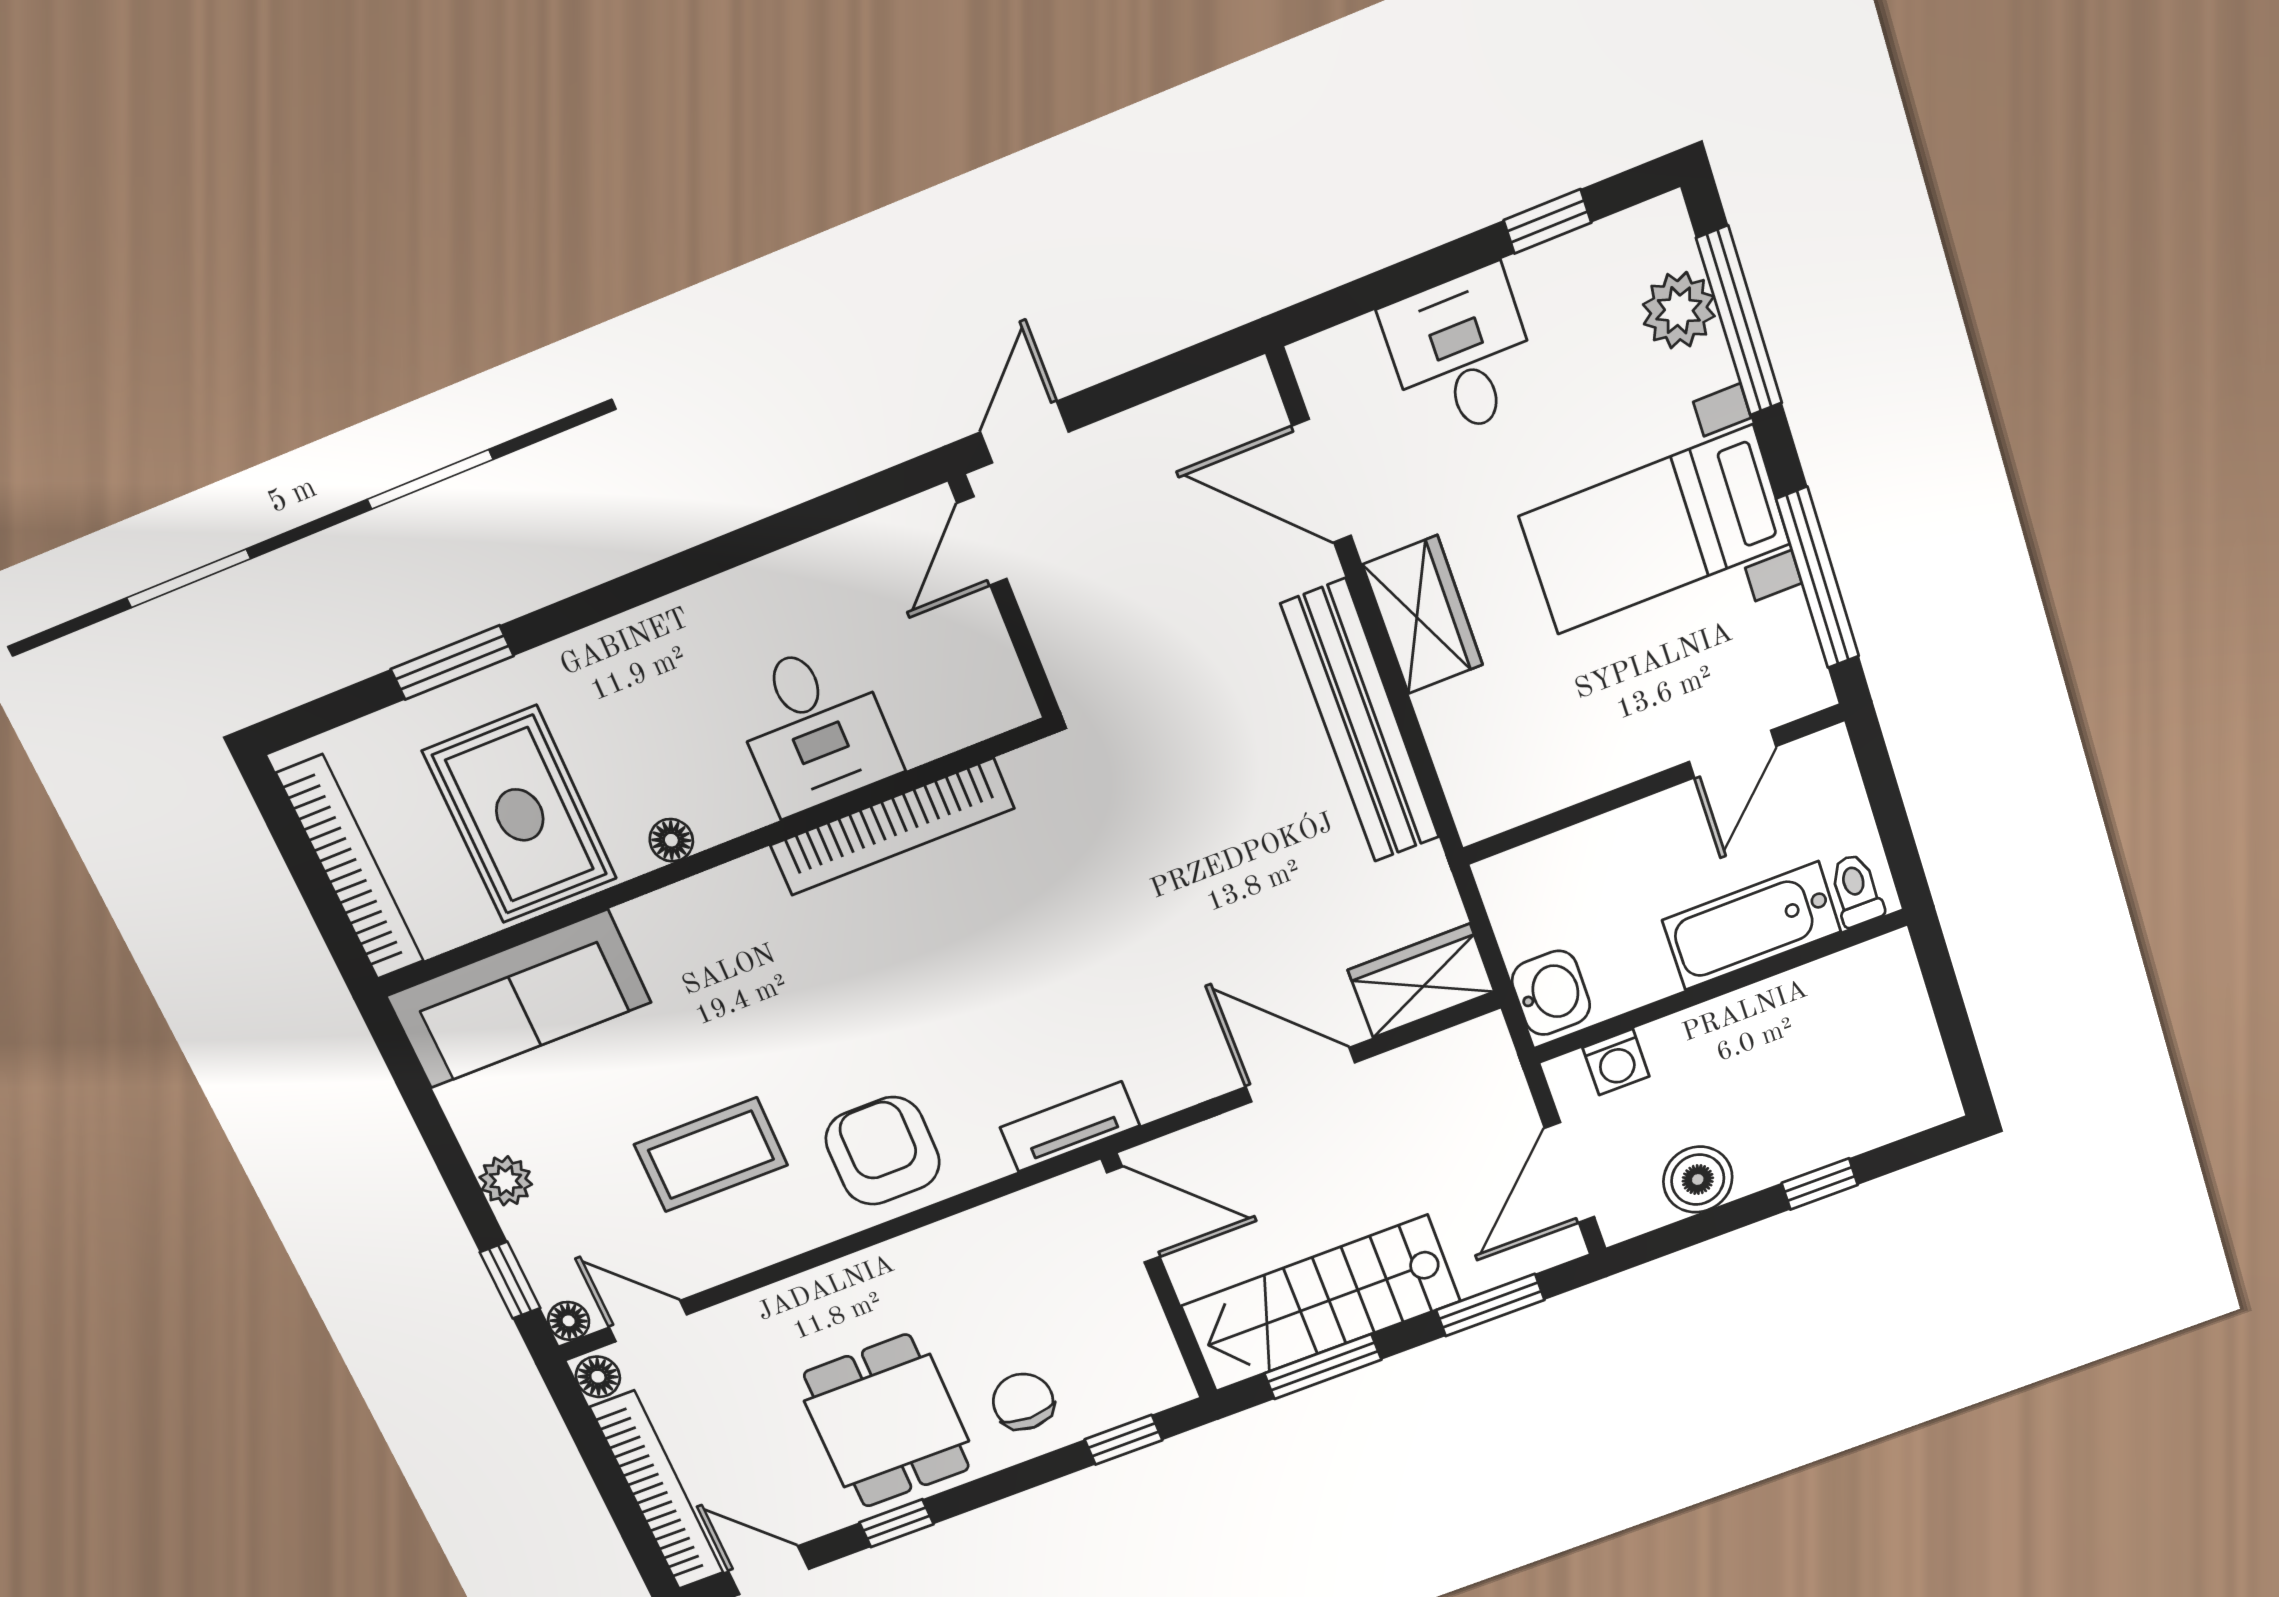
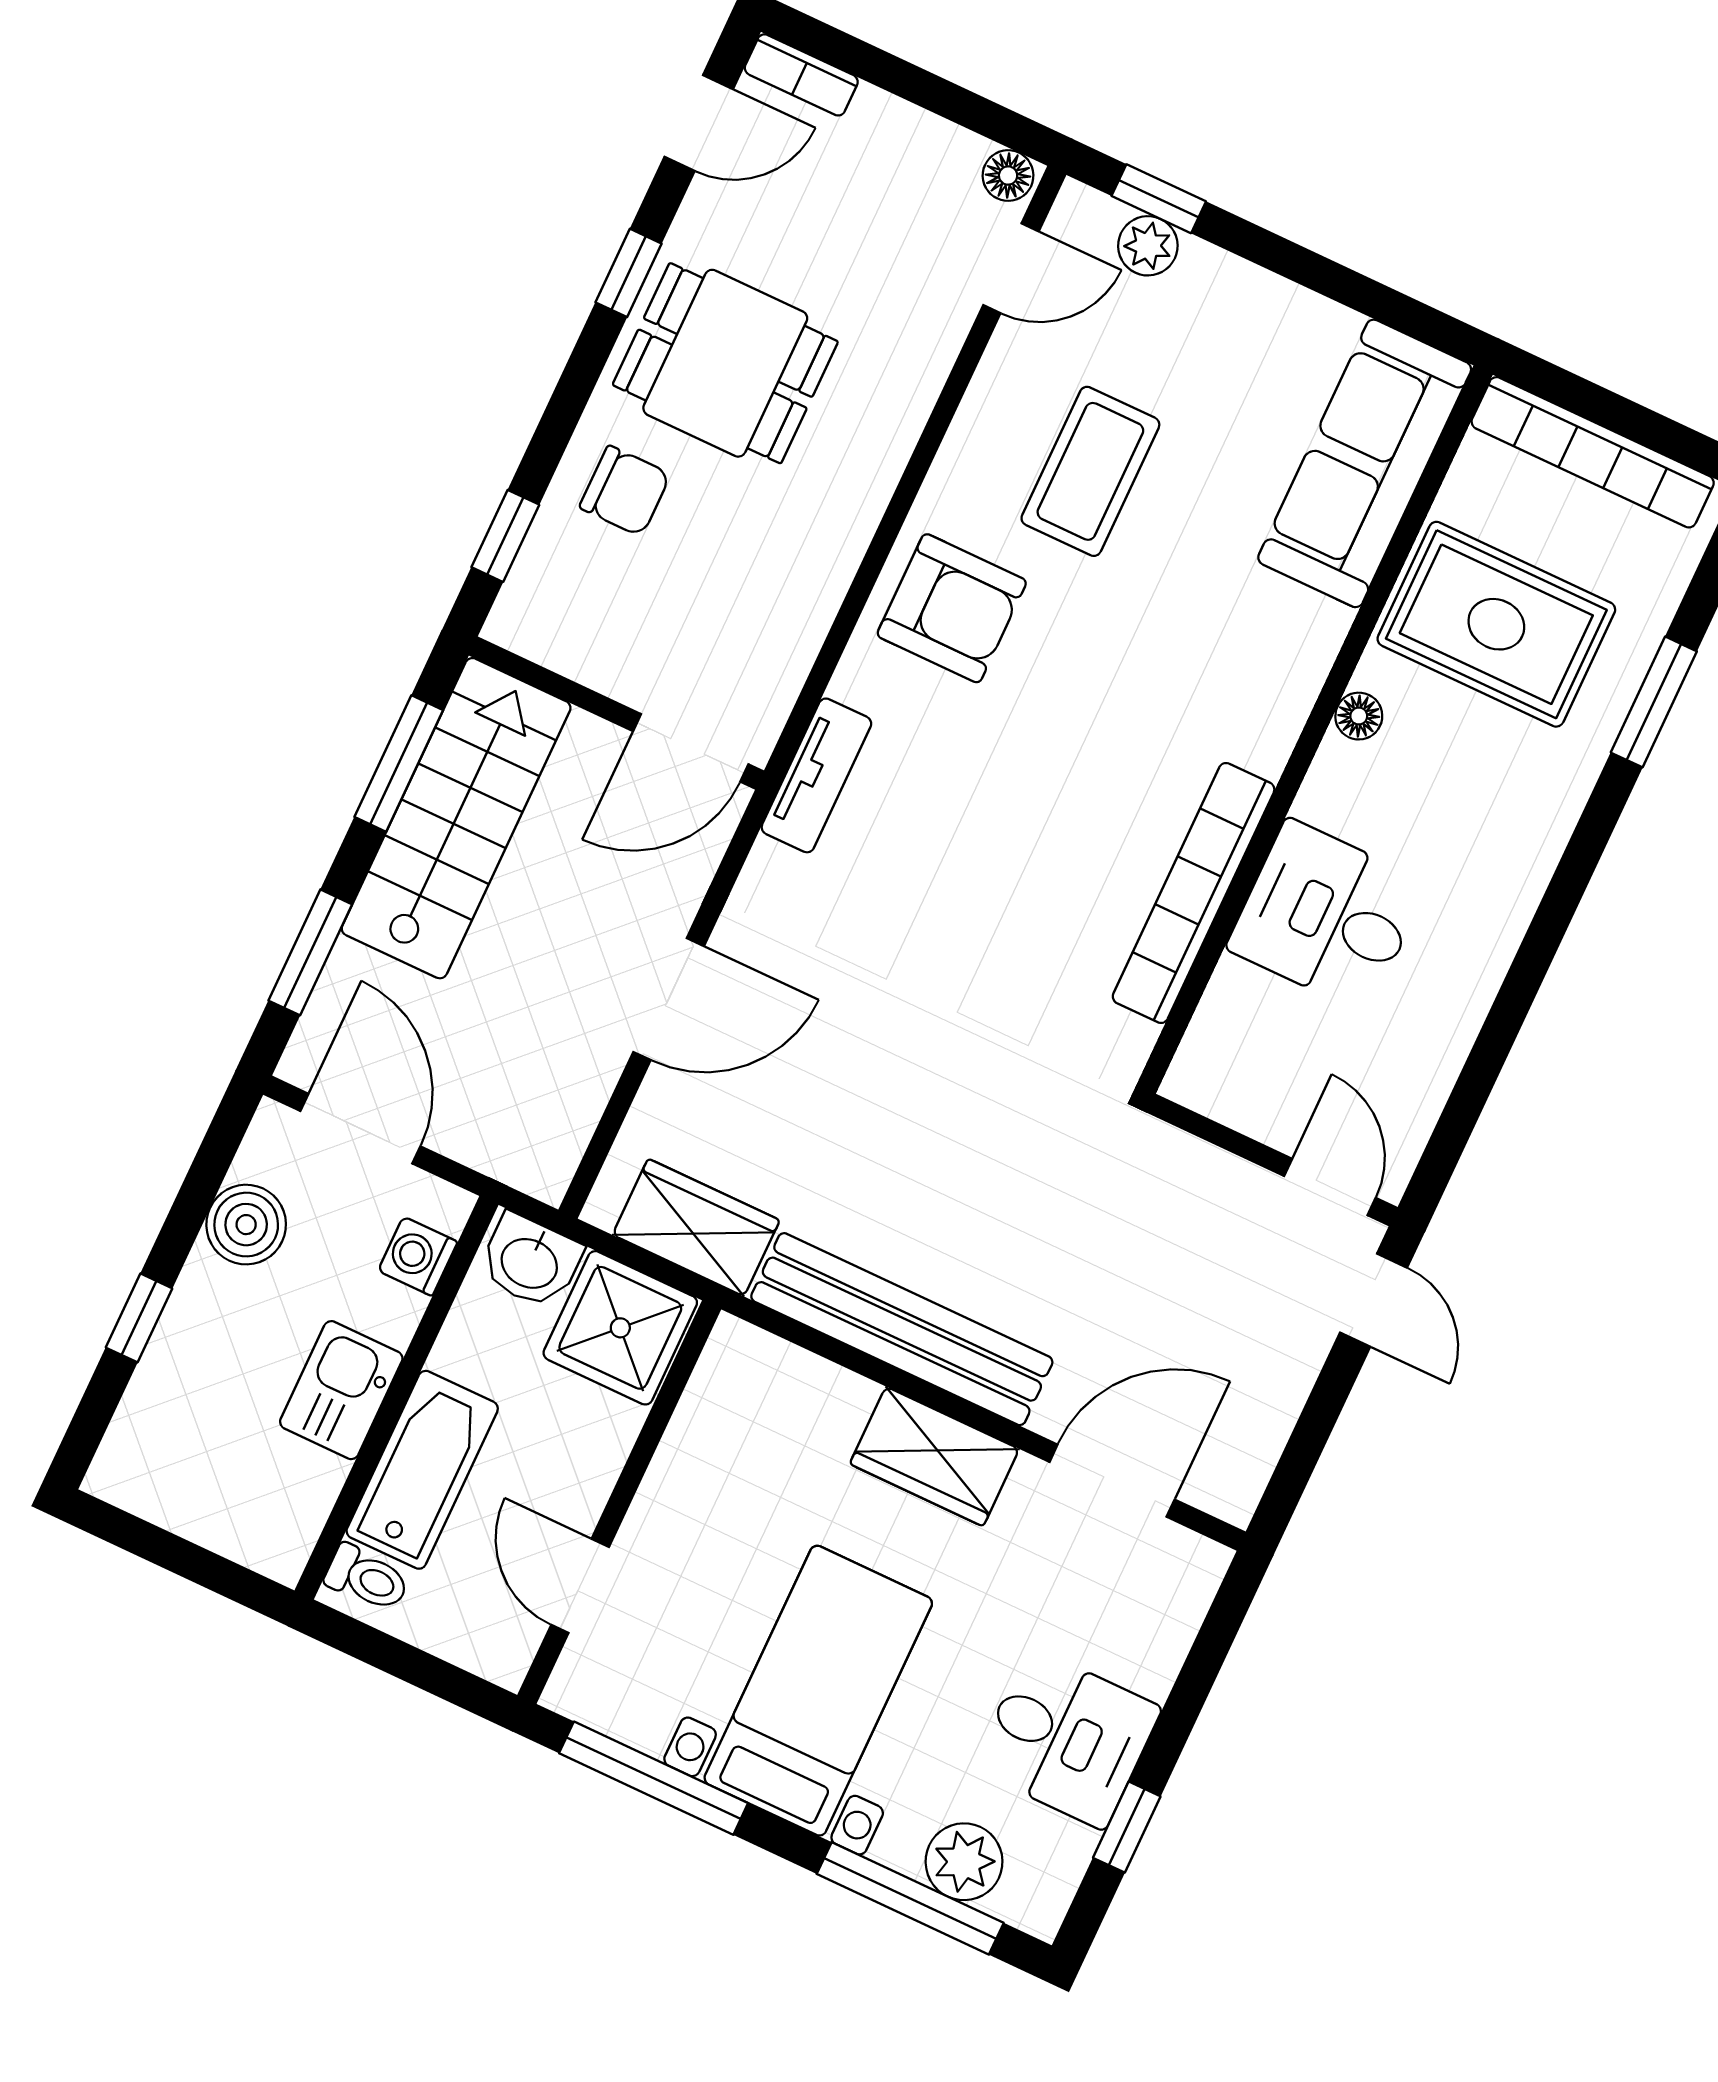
desk: (1461, 354) -> (1067, 1738), moved
shower: (1538, 897) -> (620, 1328), added
wardrobe: (1421, 981) -> (696, 1228), moved, turned -90
kitchen sink: (1748, 1024) -> (341, 1390), added
plant: (506, 1181) -> (1148, 246), moved
floor lamp: (569, 1321) -> (1078, 206), removed
bookcase: (657, 1491) -> (801, 75), width x0.43, depth x0.76

